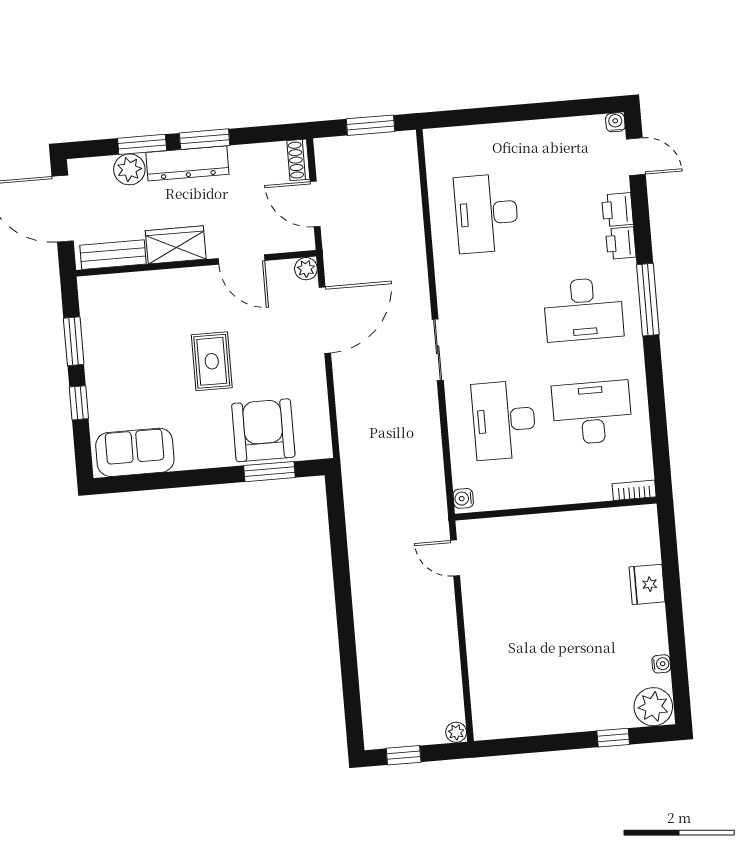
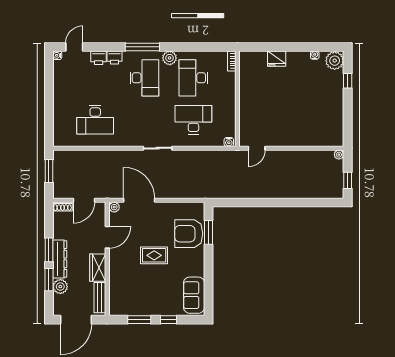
plant: (630, 359) -> (170, 58), added
desk: (504, 420) -> (193, 120), turned 180

